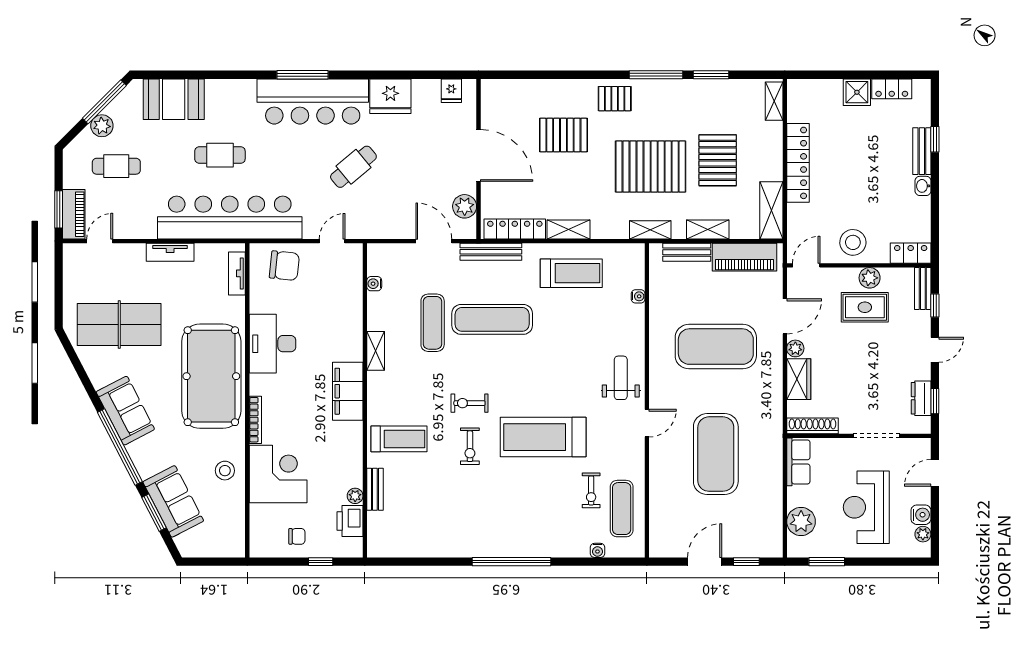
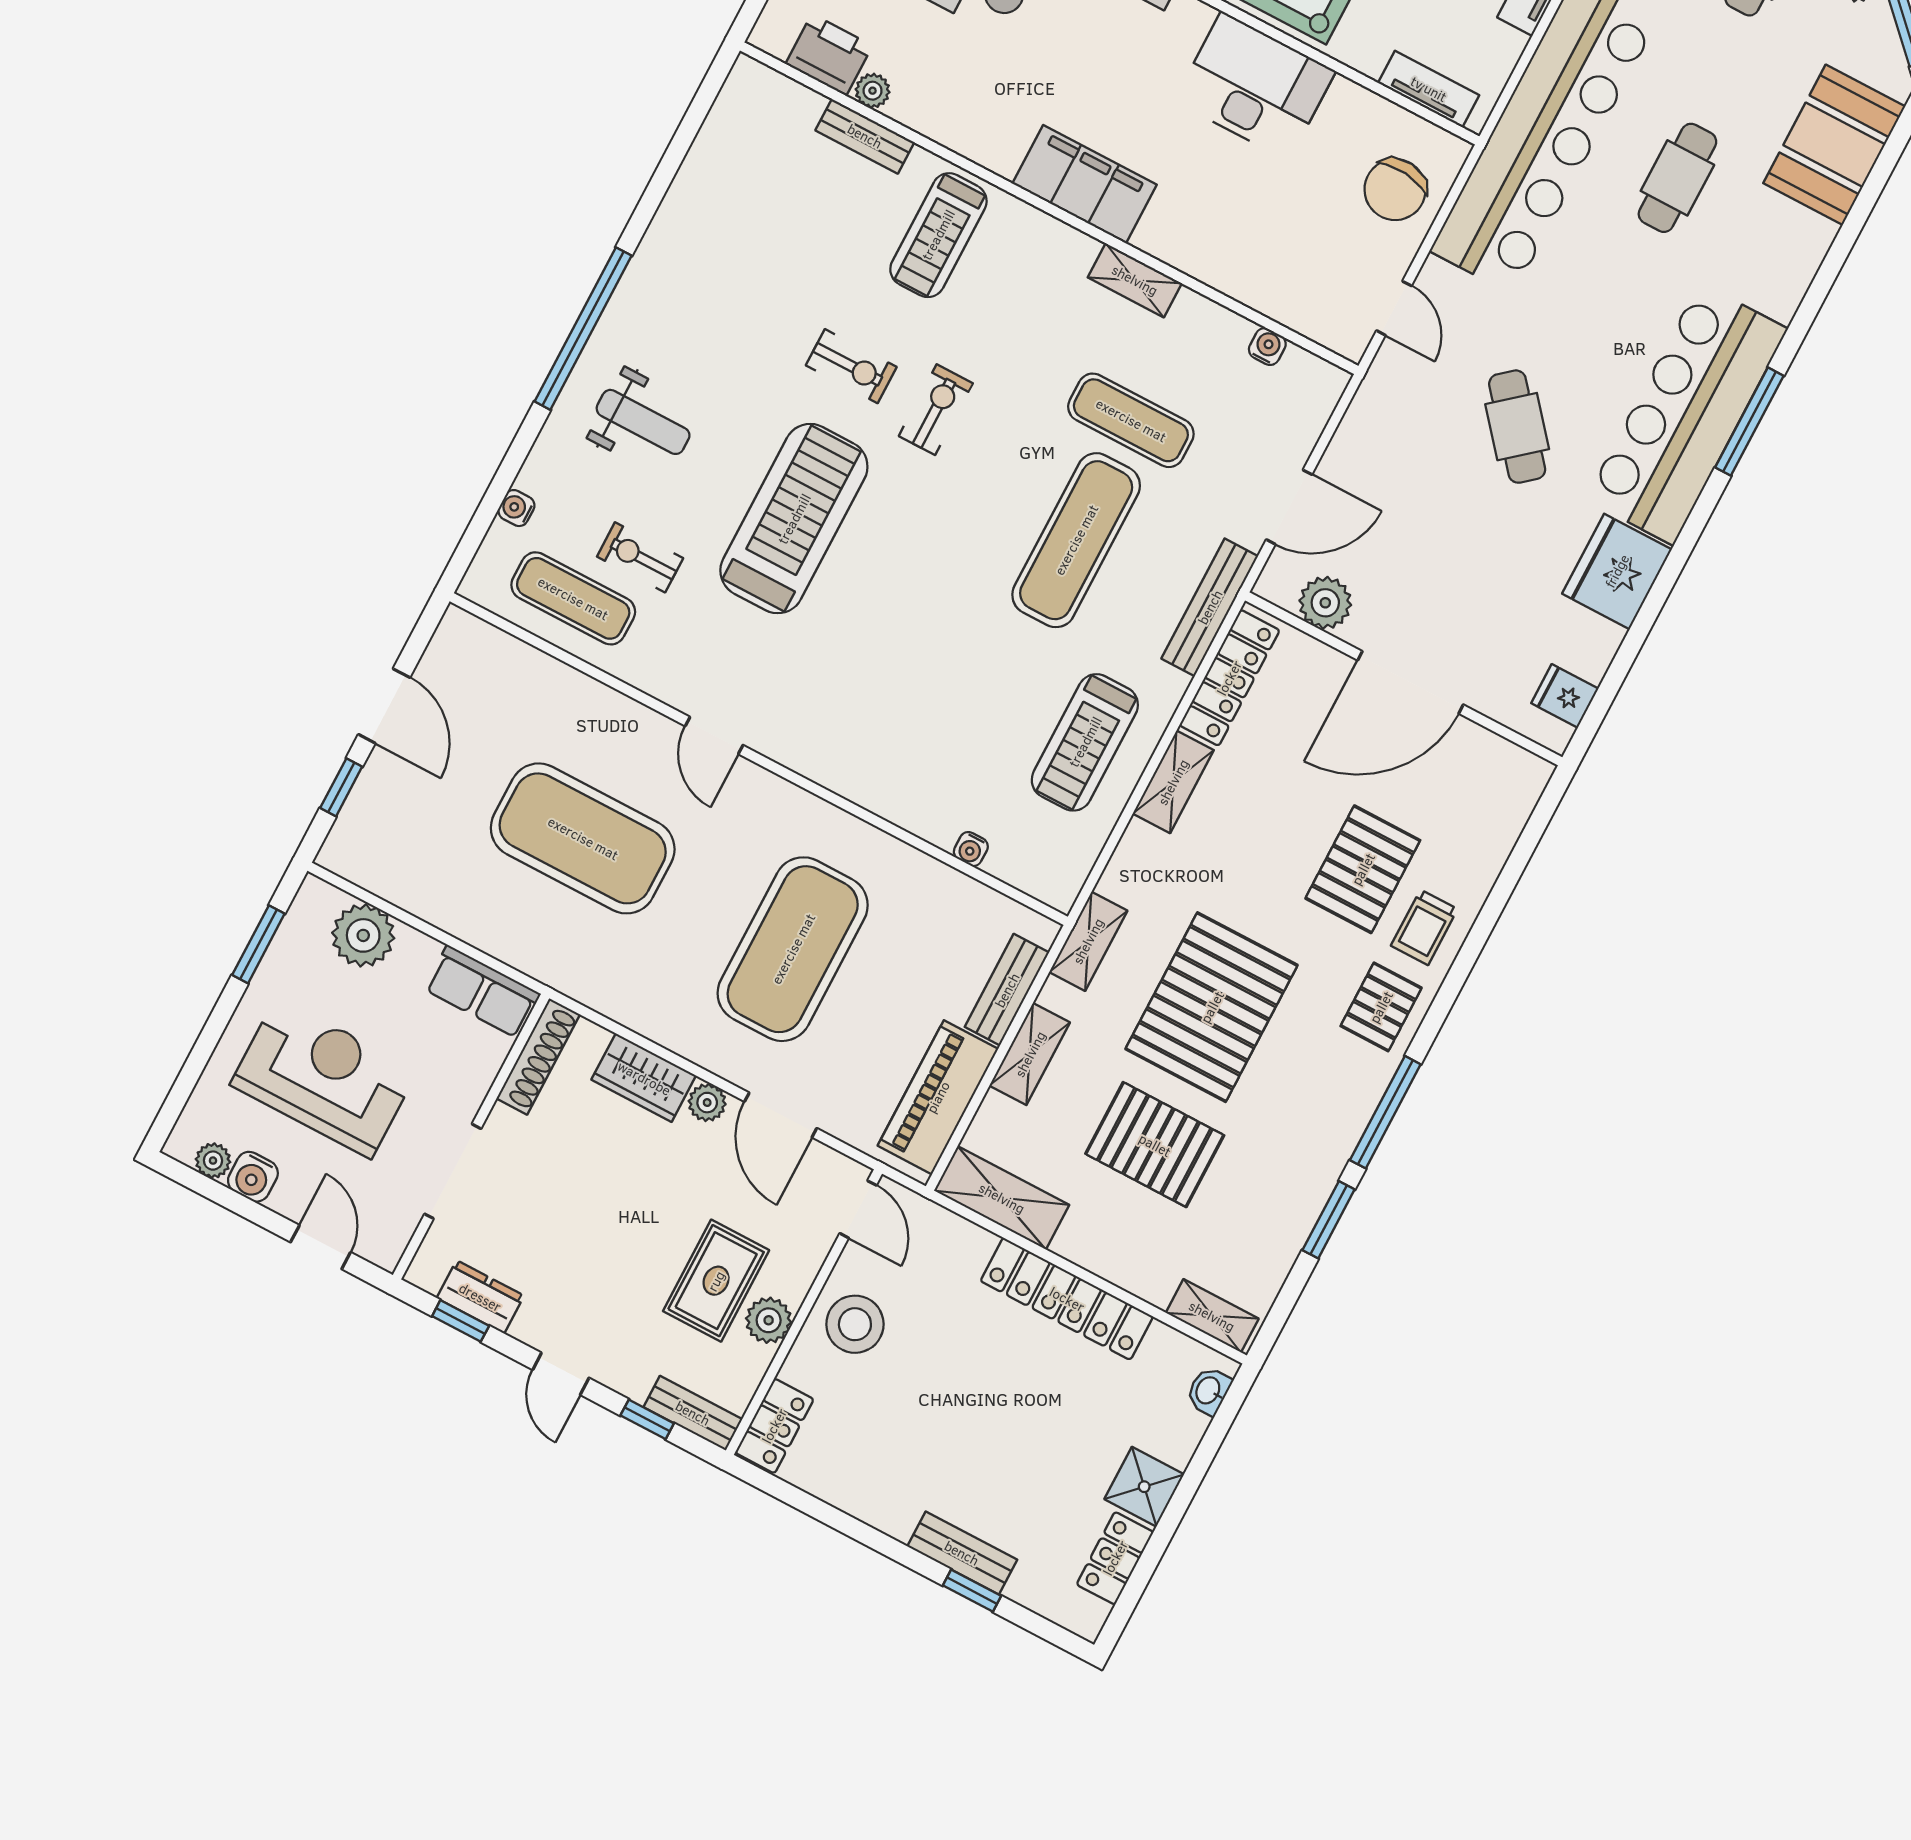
trolley: (574, 98) -> (1424, 927), added
washbasin: (923, 186) -> (1209, 1391), moved, turned -90
weight bench: (621, 378) -> (643, 422), moved
exercise bike: (470, 446) -> (851, 366), turned 180

